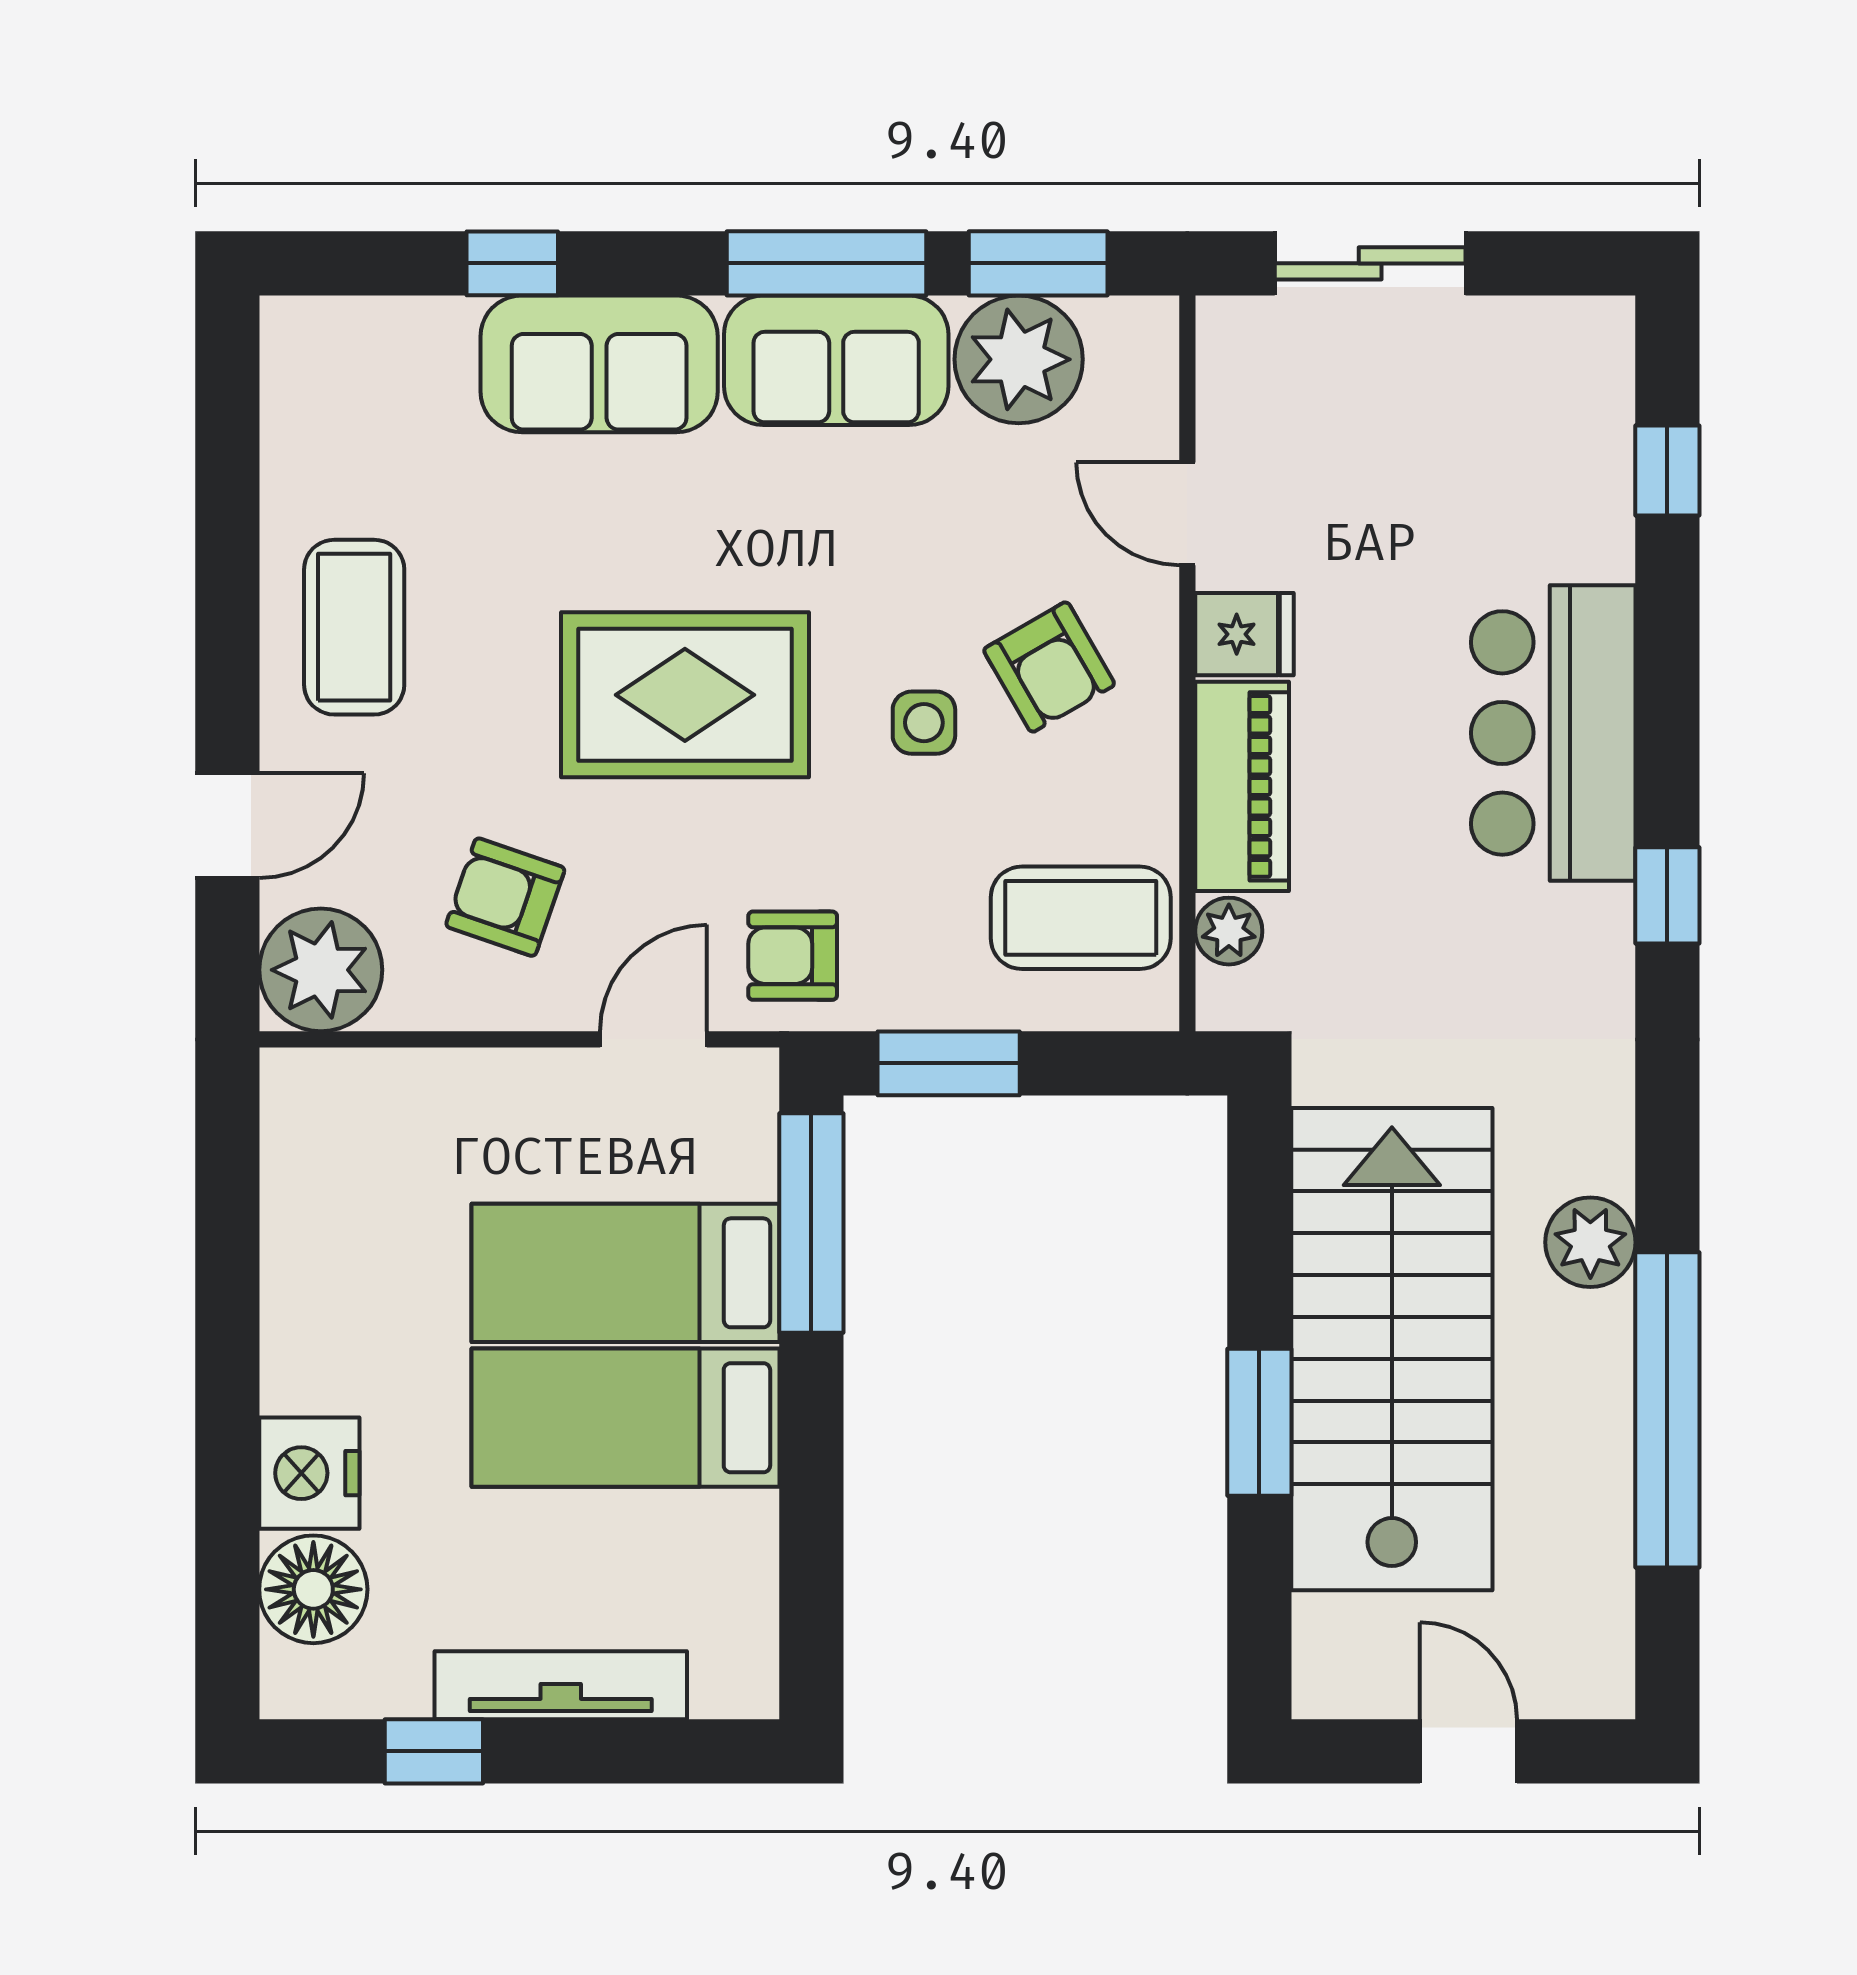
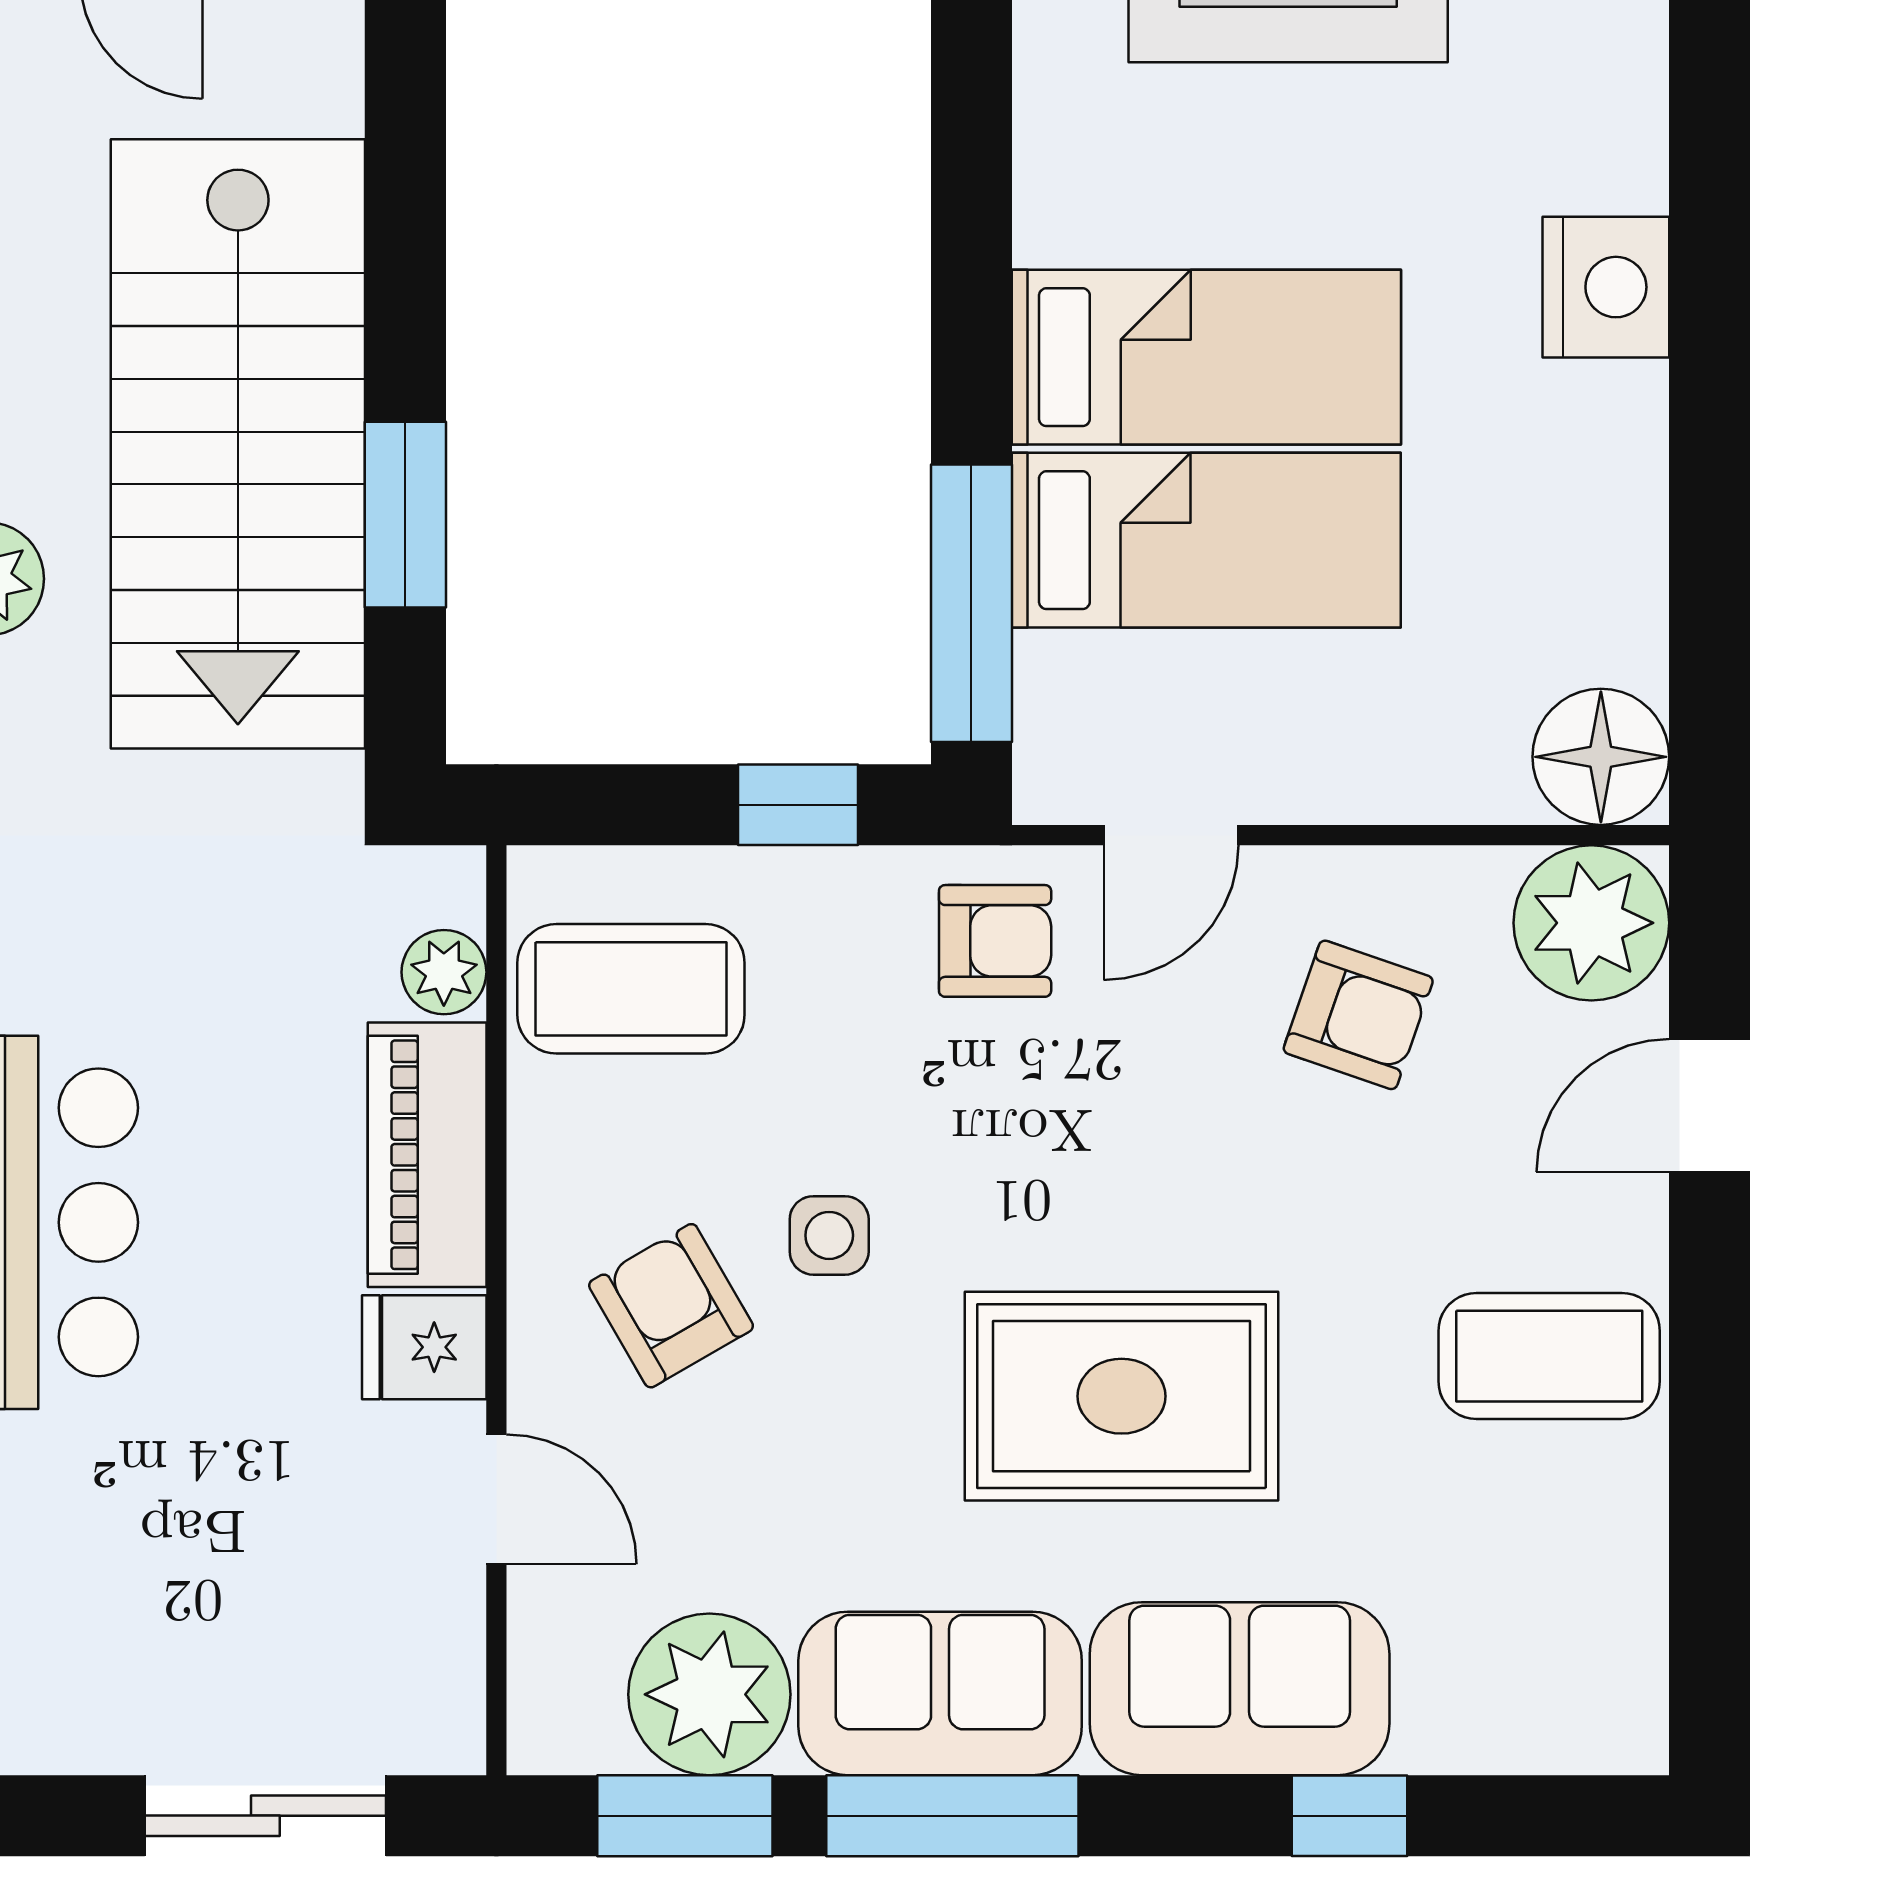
coffee table: (354, 627) -> (1549, 1356), turned 90
rug: (685, 695) -> (1121, 1396), moved
window: (949, 1063) -> (798, 805), width x0.67
window: (1259, 1422) -> (405, 515), moved
floor lamp: (313, 1589) -> (1601, 757), moved

